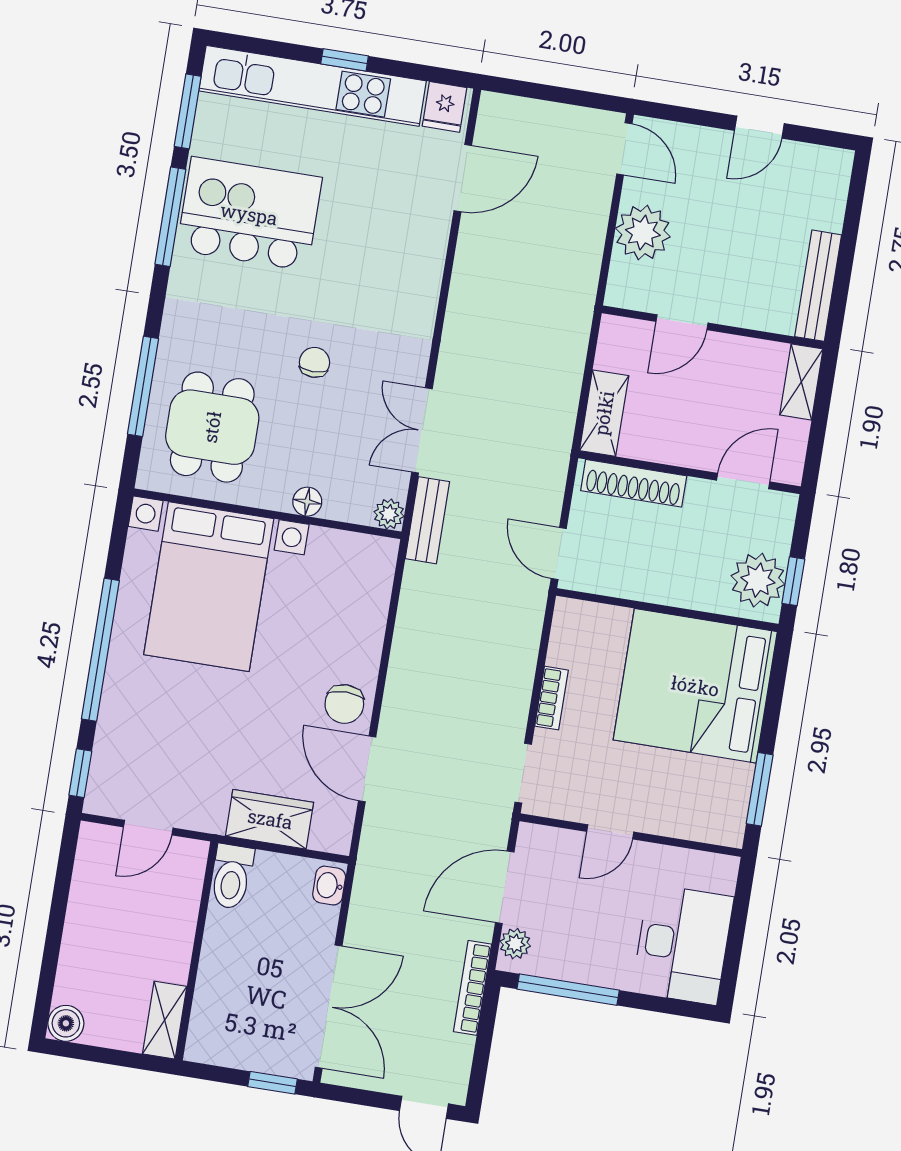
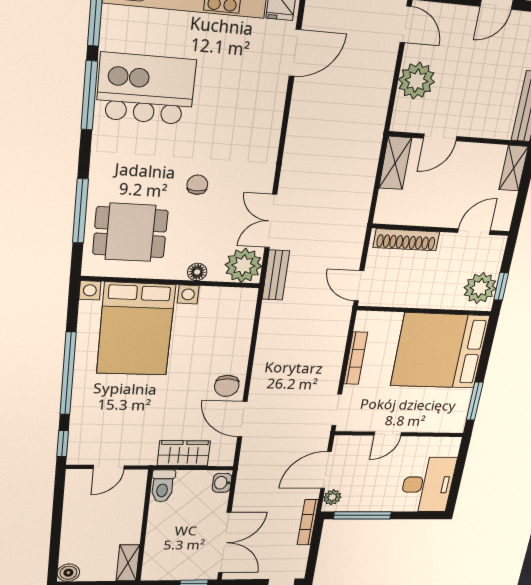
shelving: (604, 413) -> (395, 163), moved
dining table: (212, 427) -> (130, 232), turned 90
plant: (389, 514) -> (243, 265), width x1.88, depth x1.88
bookcase: (552, 698) -> (356, 358), width x1.56

